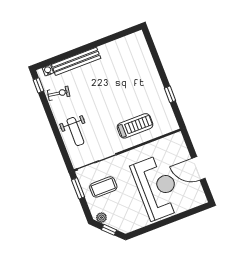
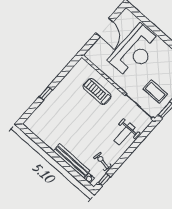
window: (170, 94) -> (46, 93), moved
weight bench: (75, 132) -> (124, 134), turned 180
reception desk: (157, 187) -> (135, 51), turned 180

